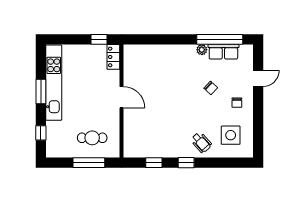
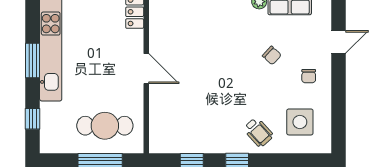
cafe table: (92, 138) -> (105, 126), width x1.37, depth x1.35

